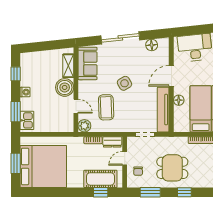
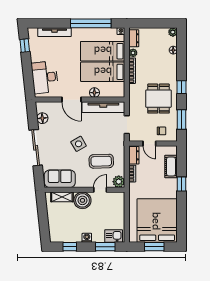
cot: (100, 179) -> (171, 166), width x0.73, depth x0.75
window: (101, 192) -> (182, 184), moved

